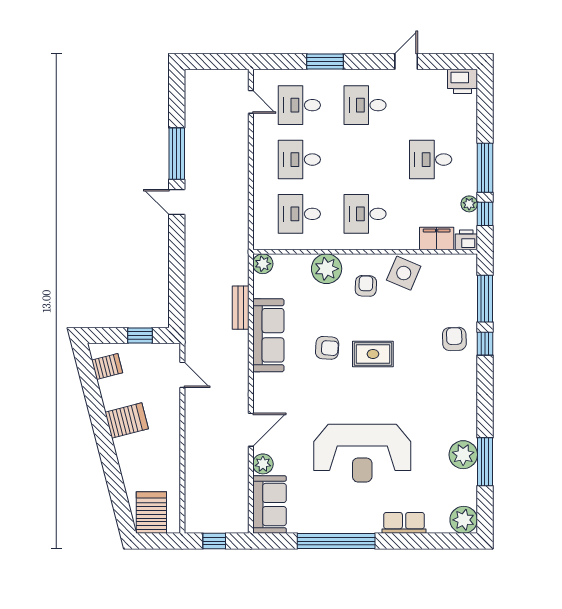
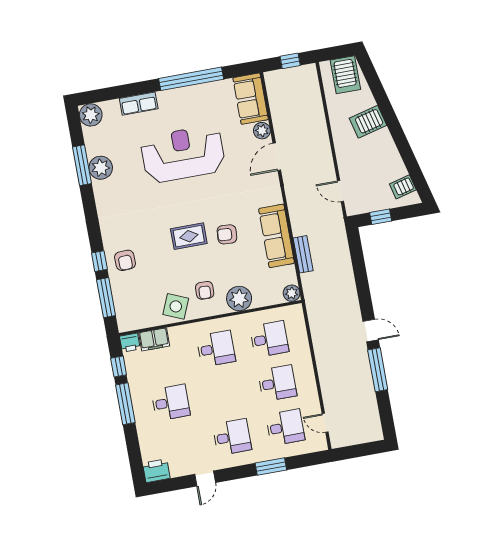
plant: (469, 204) -> (133, 372), removed
server rack: (127, 420) -> (368, 122), moved

